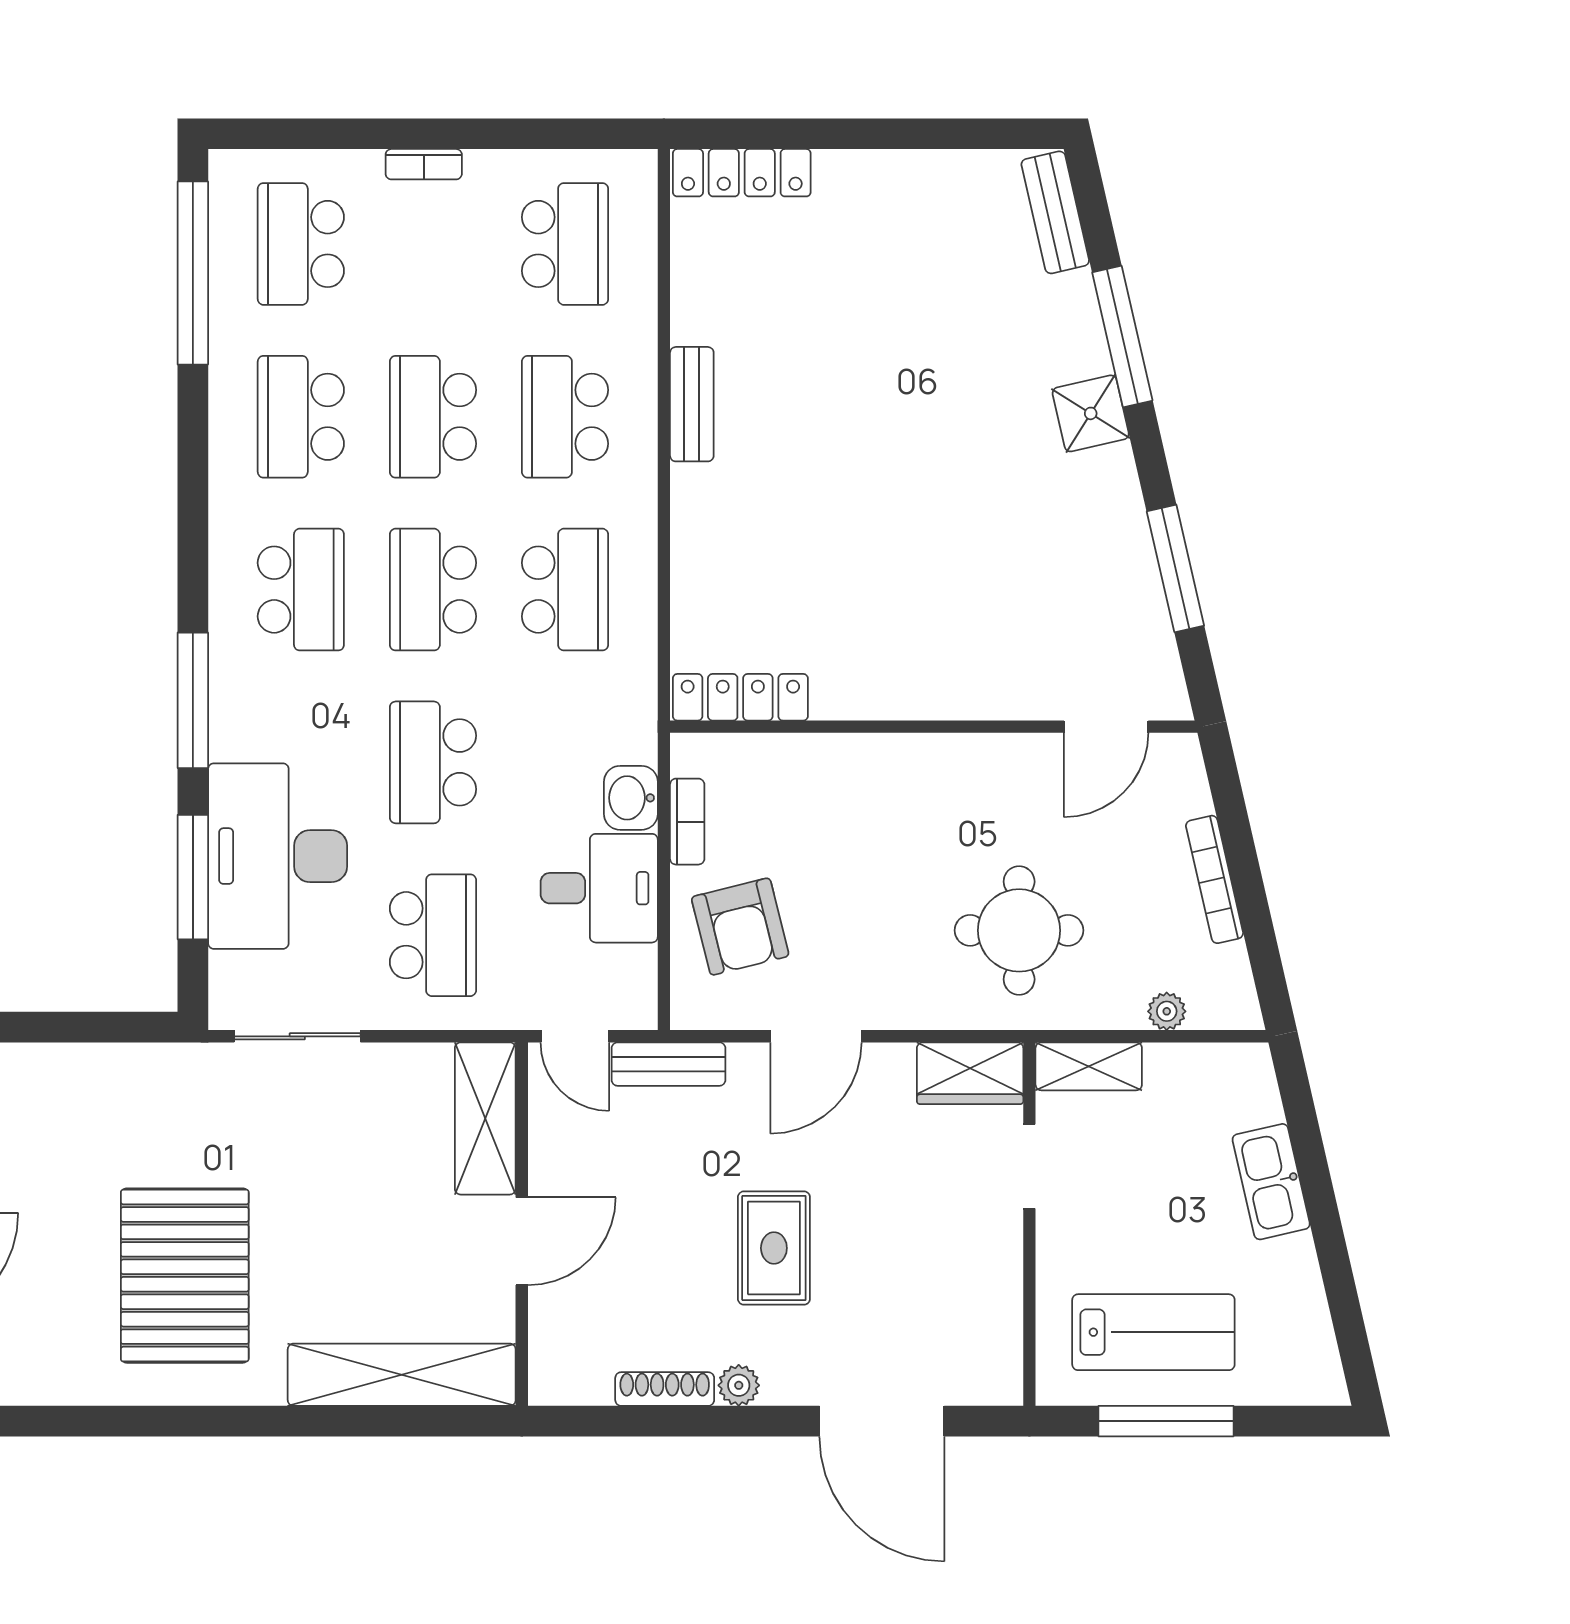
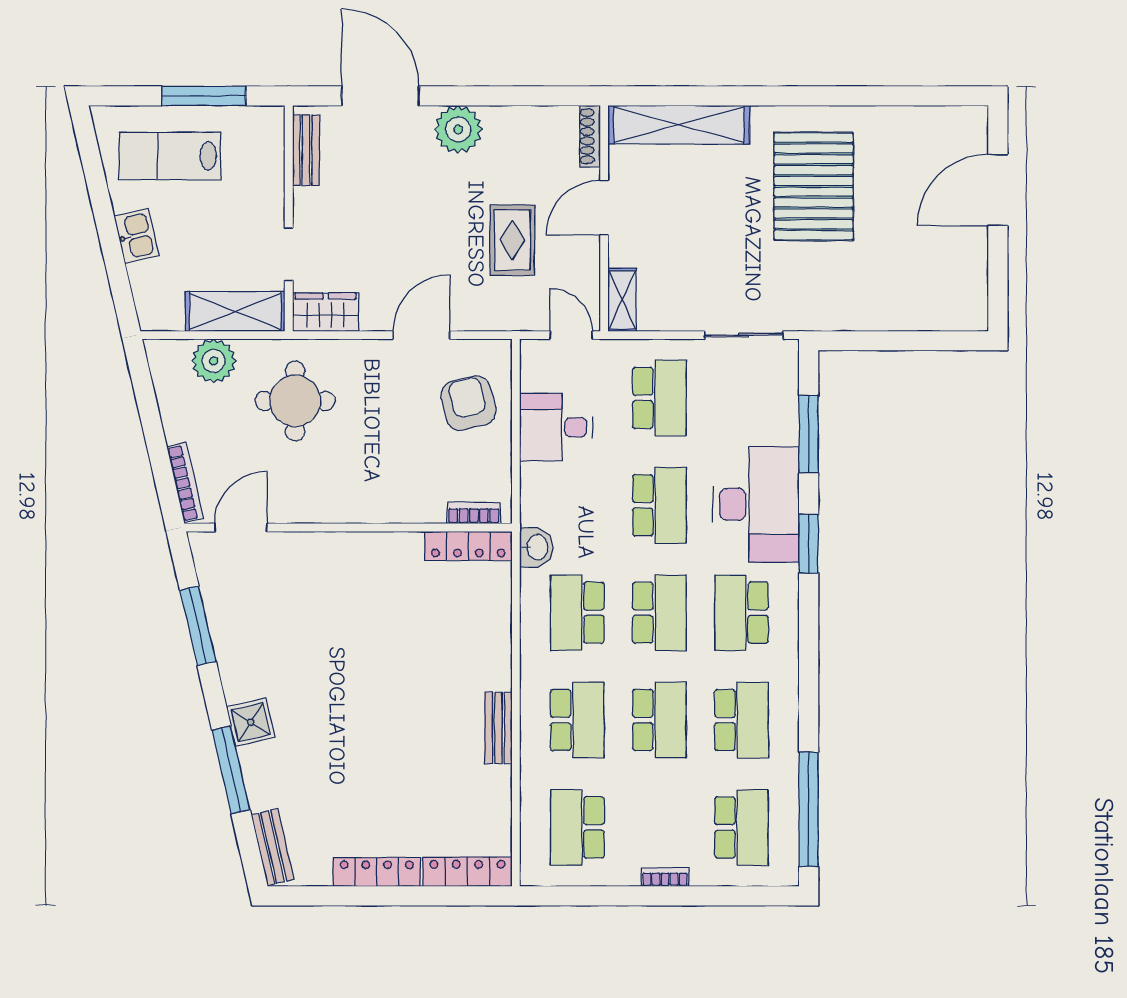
locker: (888, 172) -> (377, 872), added
window: (193, 700) -> (809, 544), width x0.69
washbasin: (631, 798) -> (536, 547), moved
bookcase: (687, 822) -> (474, 513), moved, turned 90
desk: (278, 856) -> (756, 504), moved
bookcase: (1215, 879) -> (185, 483), moved
school desk: (433, 935) -> (659, 398), turned 180
plant: (1167, 1011) -> (214, 361), width x1.88, depth x1.88
bench: (669, 1064) -> (306, 150), moved, turned 90
shelving: (1089, 1066) -> (235, 311), width x1.50, depth x1.33
shelving: (485, 1118) -> (622, 300), width x0.67, depth x0.75
kitchen sink: (1271, 1182) -> (136, 236), width x0.73
rug: (774, 1248) -> (512, 240), moved
lab bench: (1153, 1332) -> (170, 156), moved
plant: (739, 1385) -> (458, 129), width x1.87, depth x1.87
shoe rack: (665, 1389) -> (590, 136), moved, turned 90

